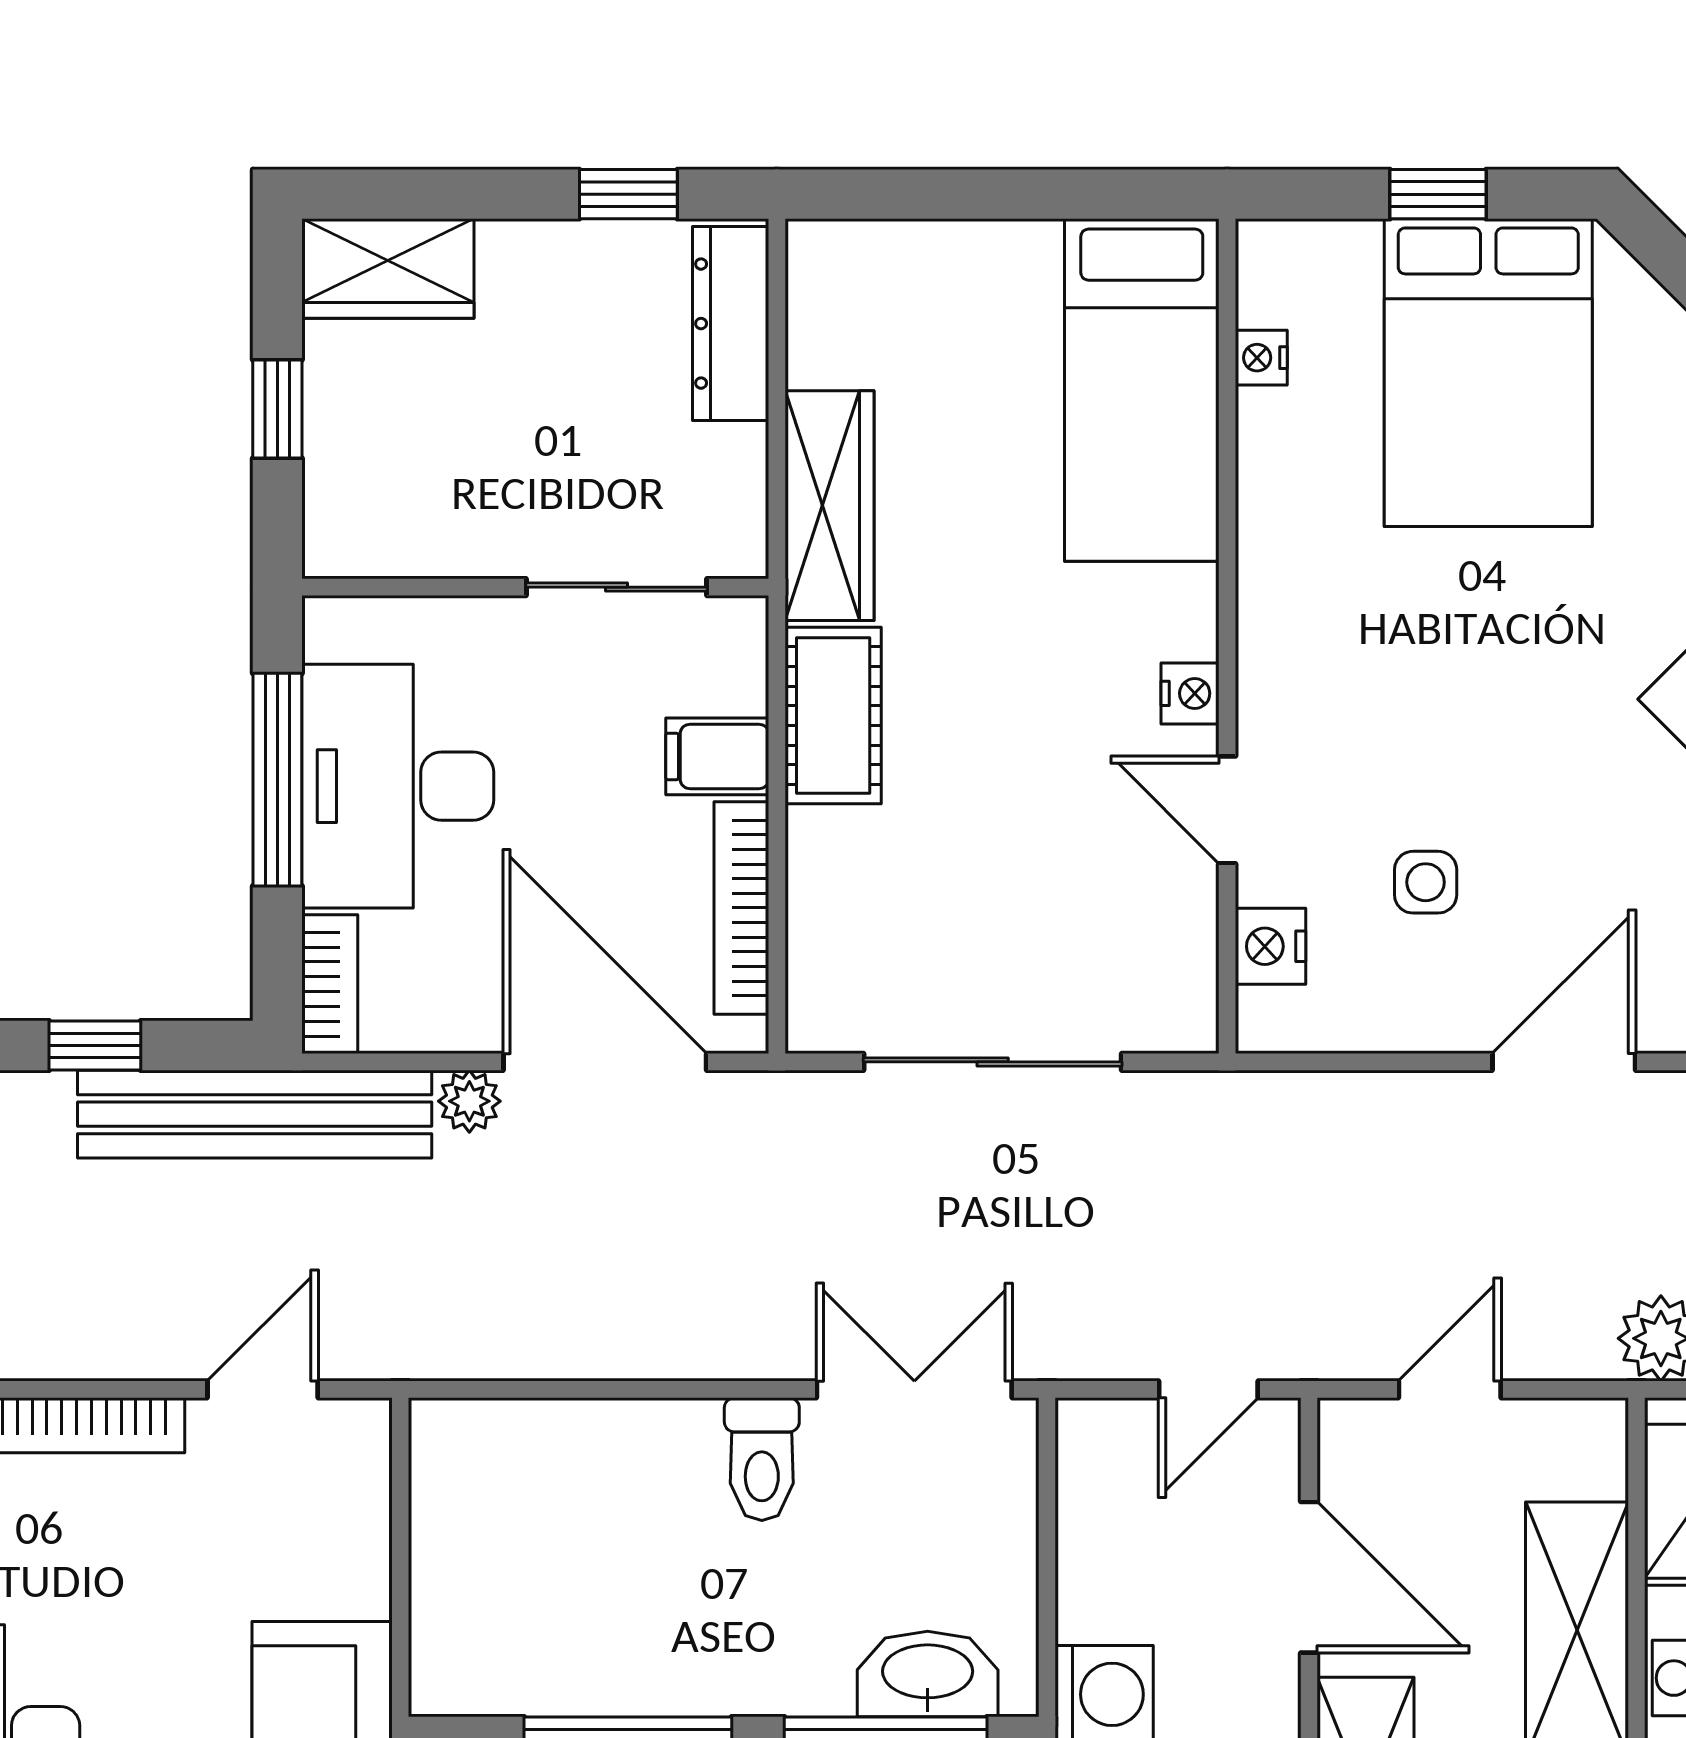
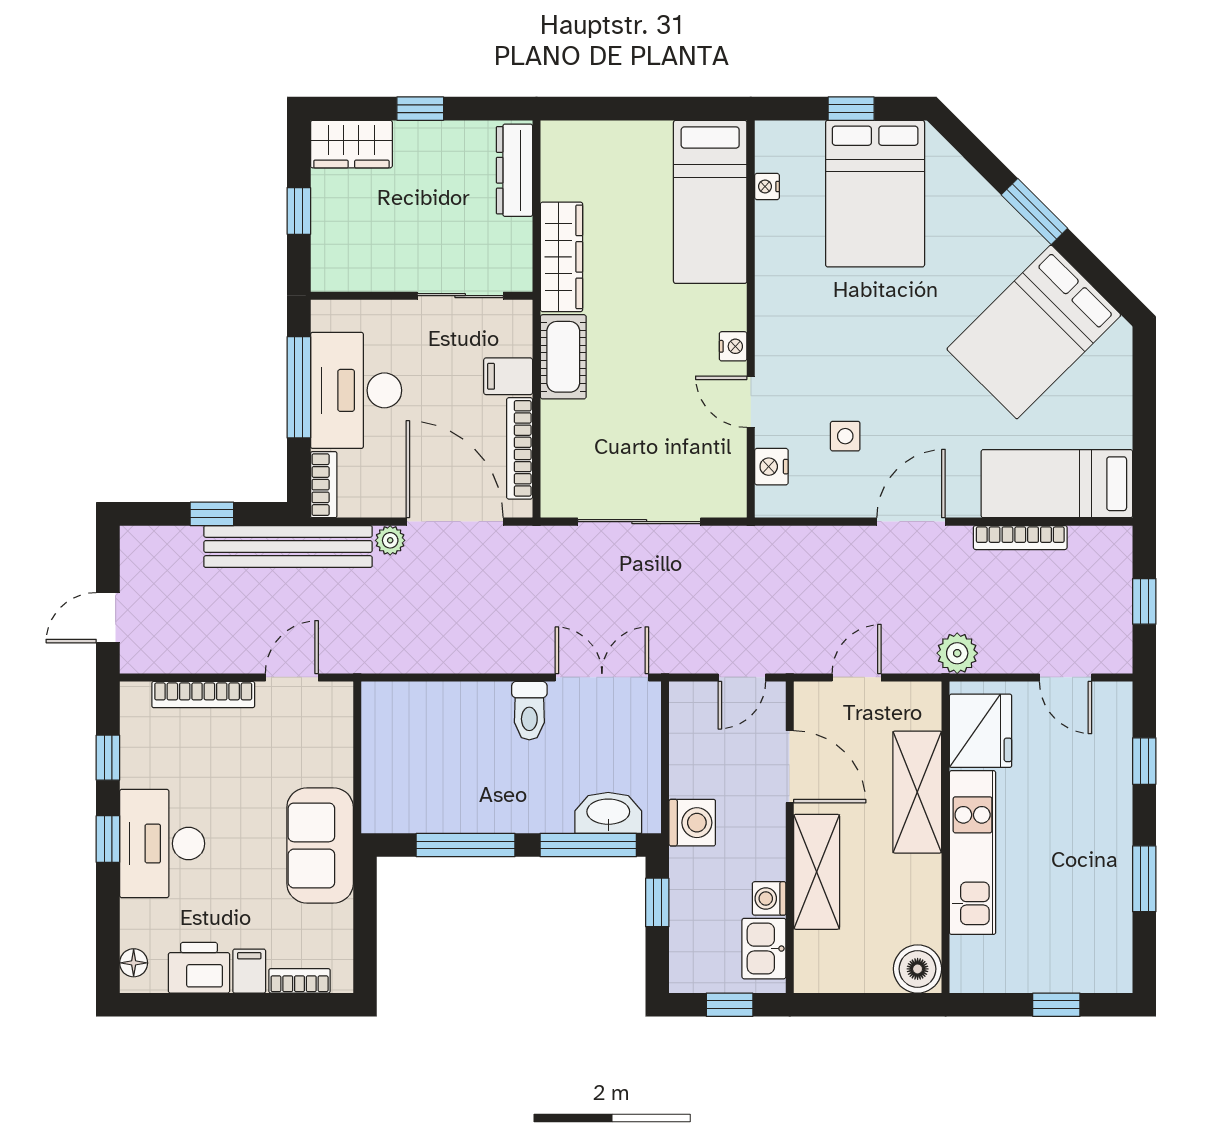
window: (628, 194) -> (420, 109), moved

